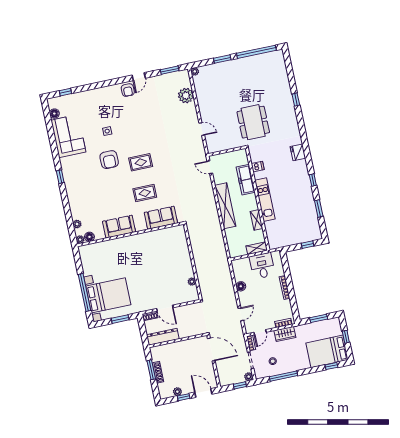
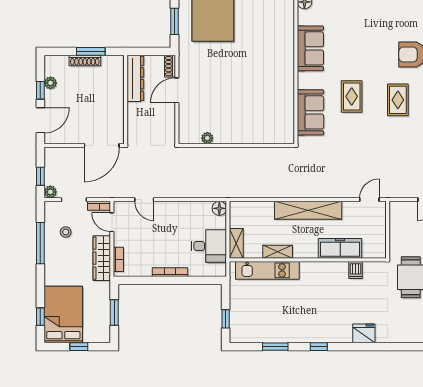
kitchen unit: (265, 200) -> (267, 270), moved
floor lamp: (241, 286) -> (219, 208), moved
wardrobe: (285, 334) -> (102, 258), width x1.50

